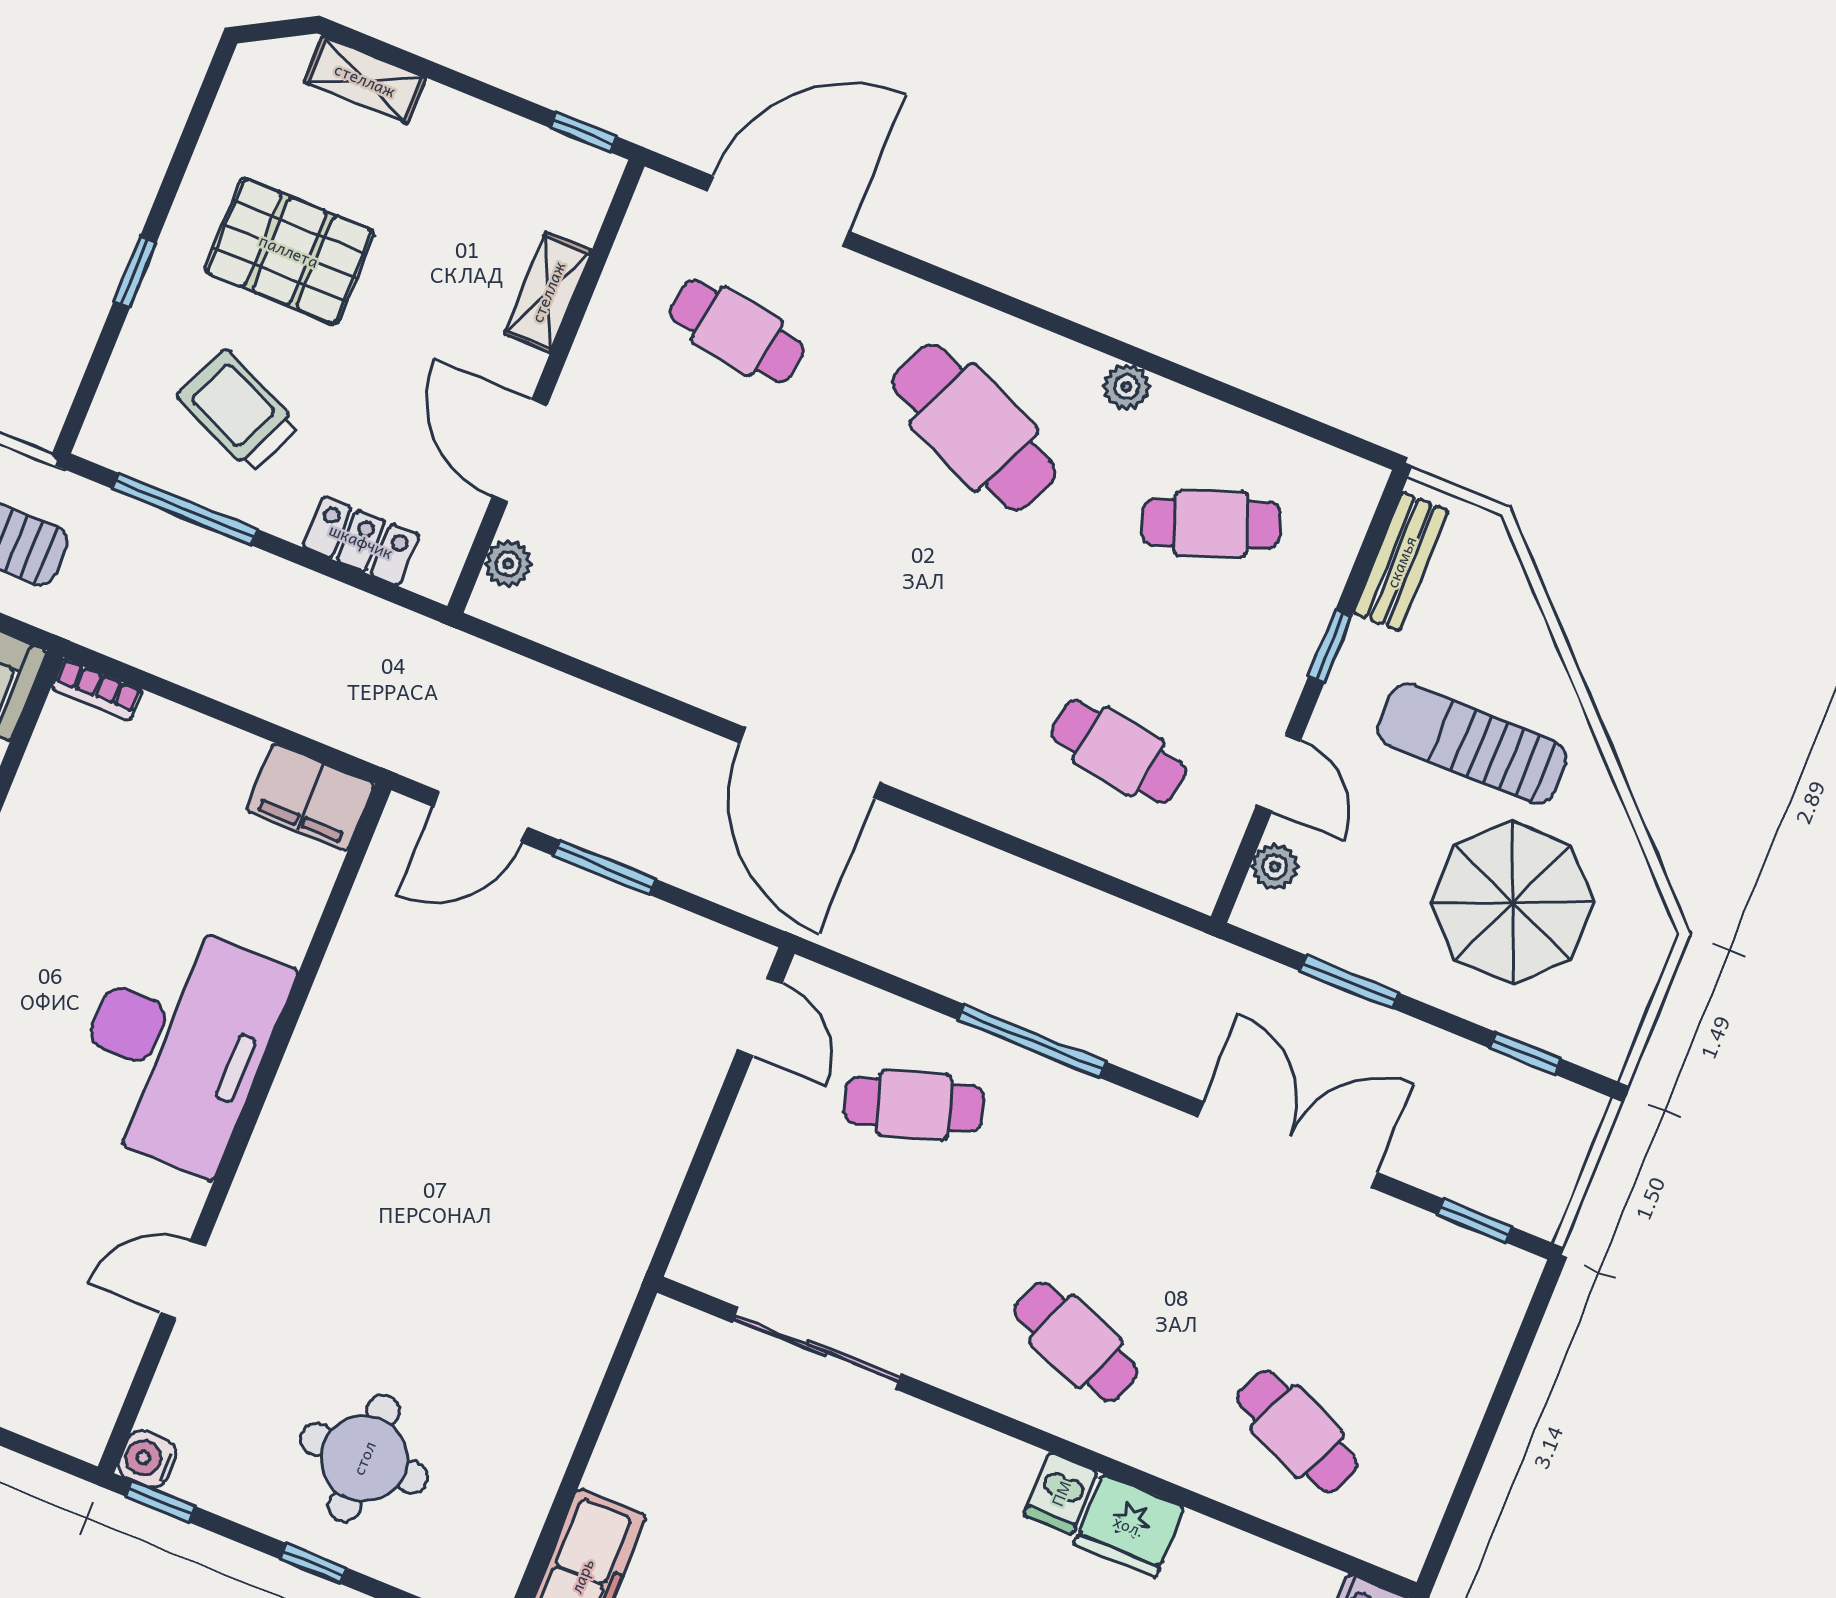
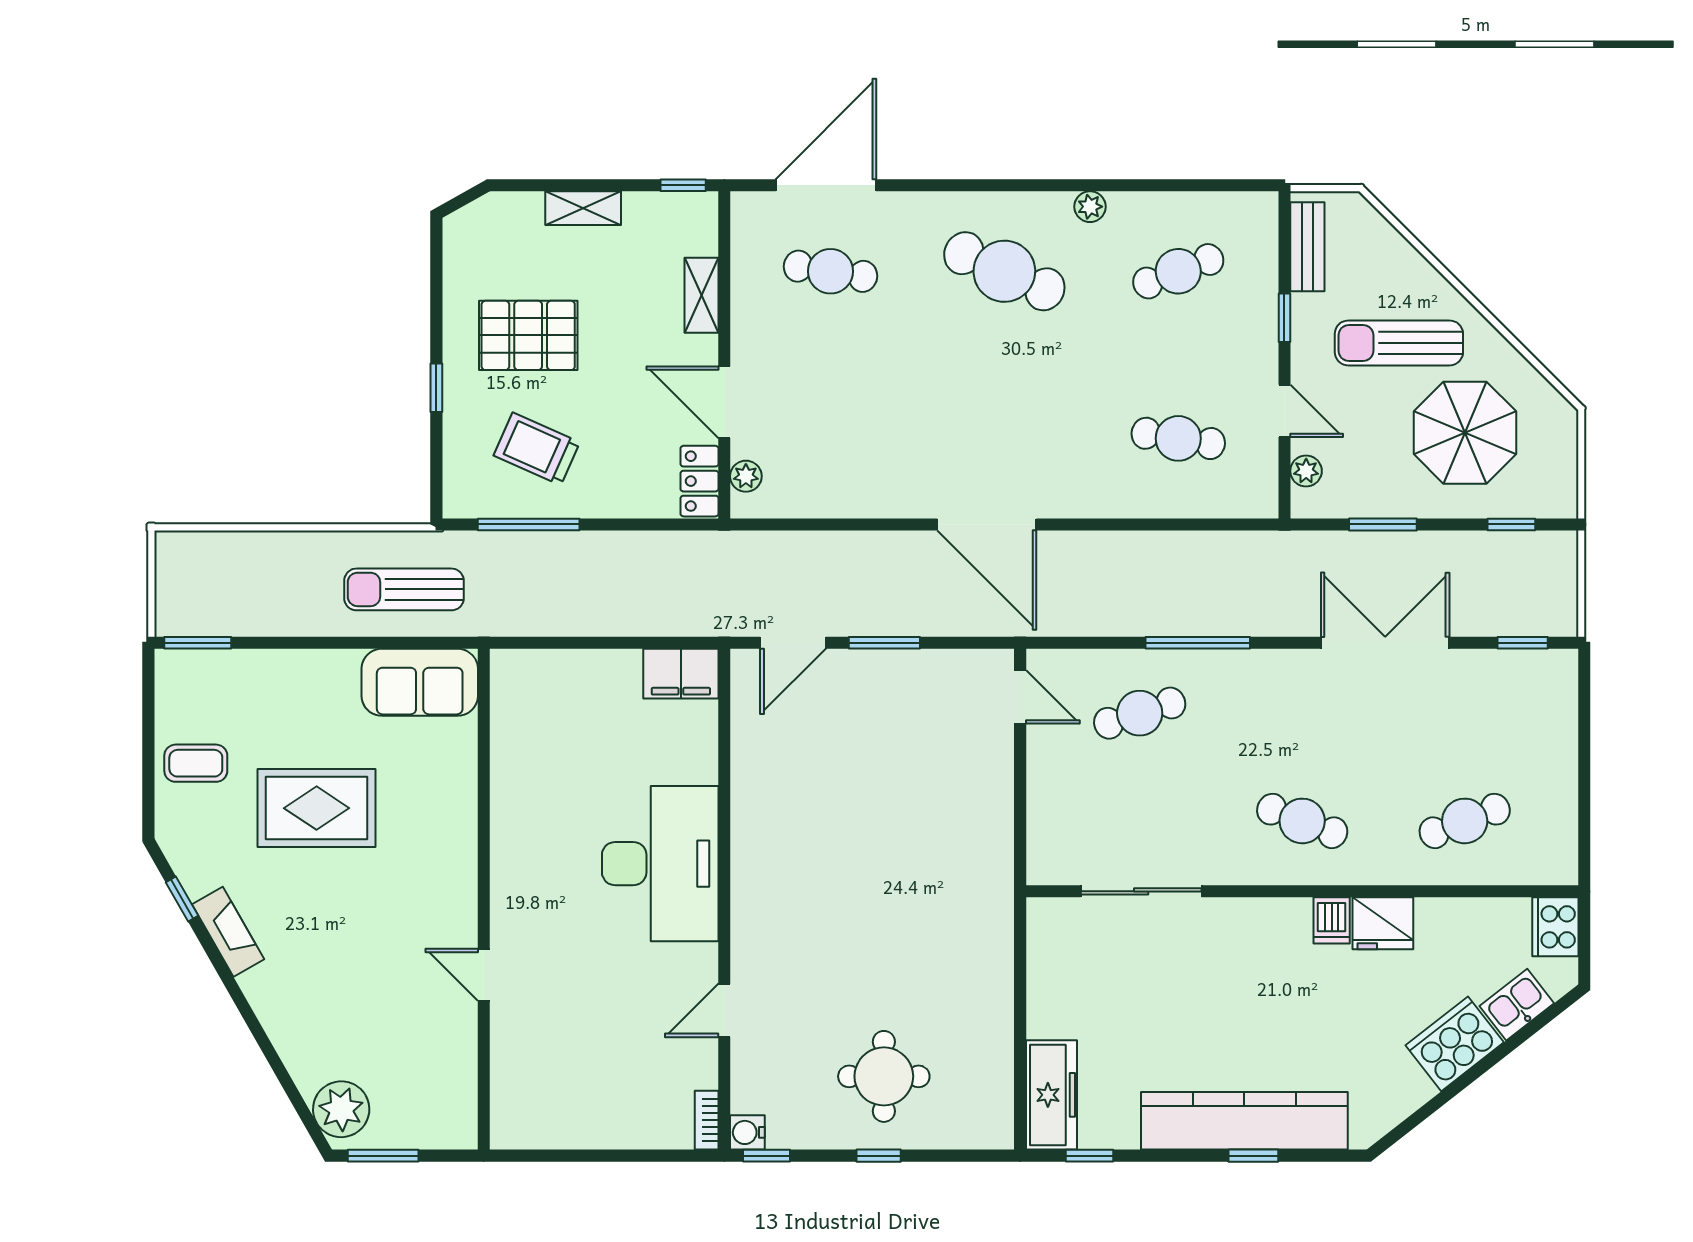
shelving: (365, 80) -> (583, 208), moved
locker: (361, 541) -> (699, 481), moved, turned -90
bookcase: (97, 689) -> (707, 1120), moved, turned 90
cafe table: (1297, 1432) -> (1465, 821), turned -45

